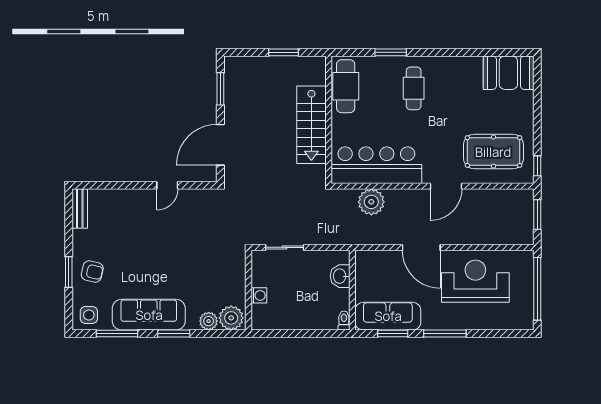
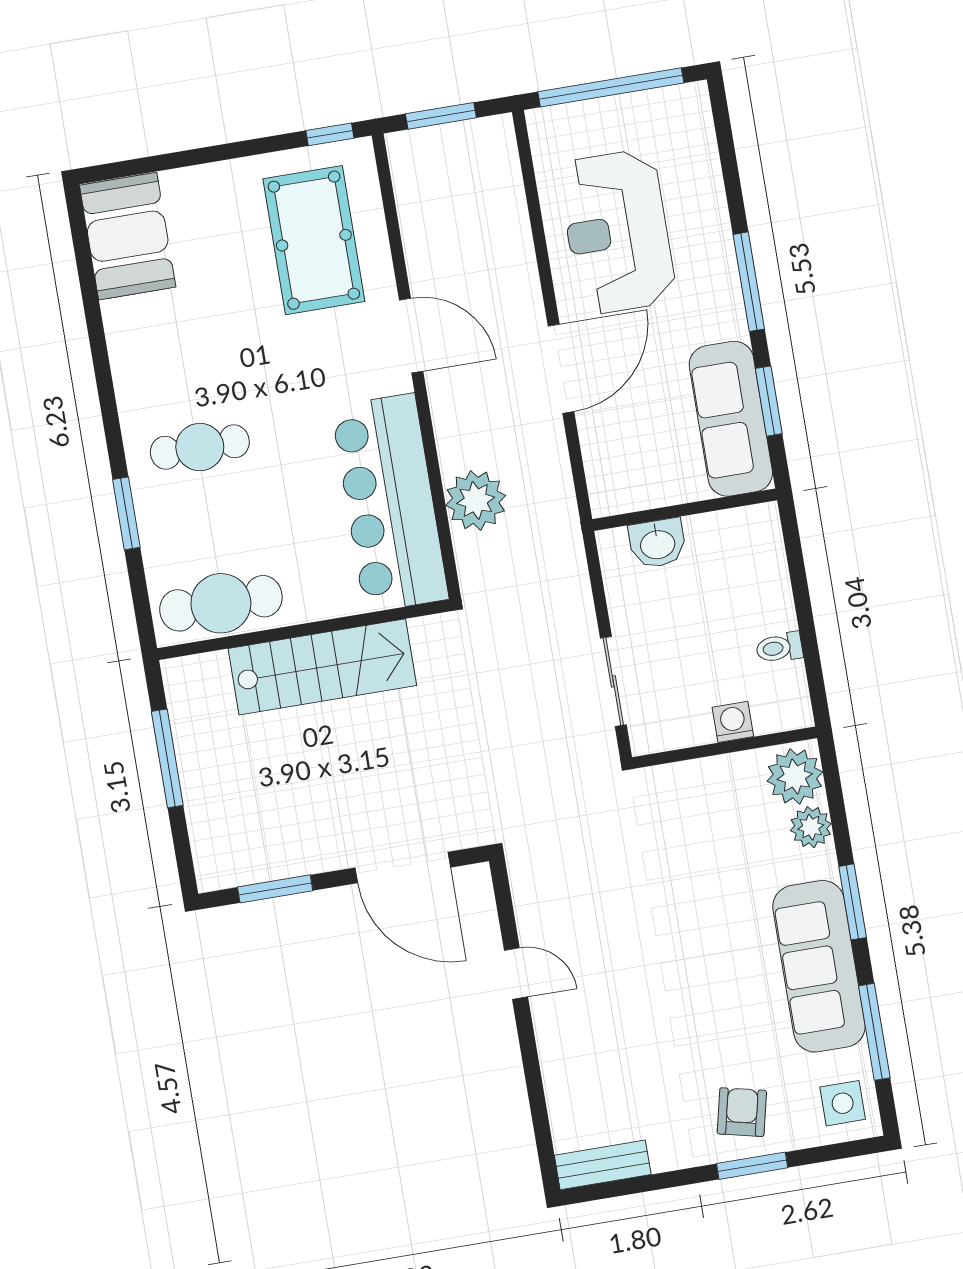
window: (284, 52) -> (167, 758), width x1.44
toilet: (344, 320) -> (779, 648), moved

